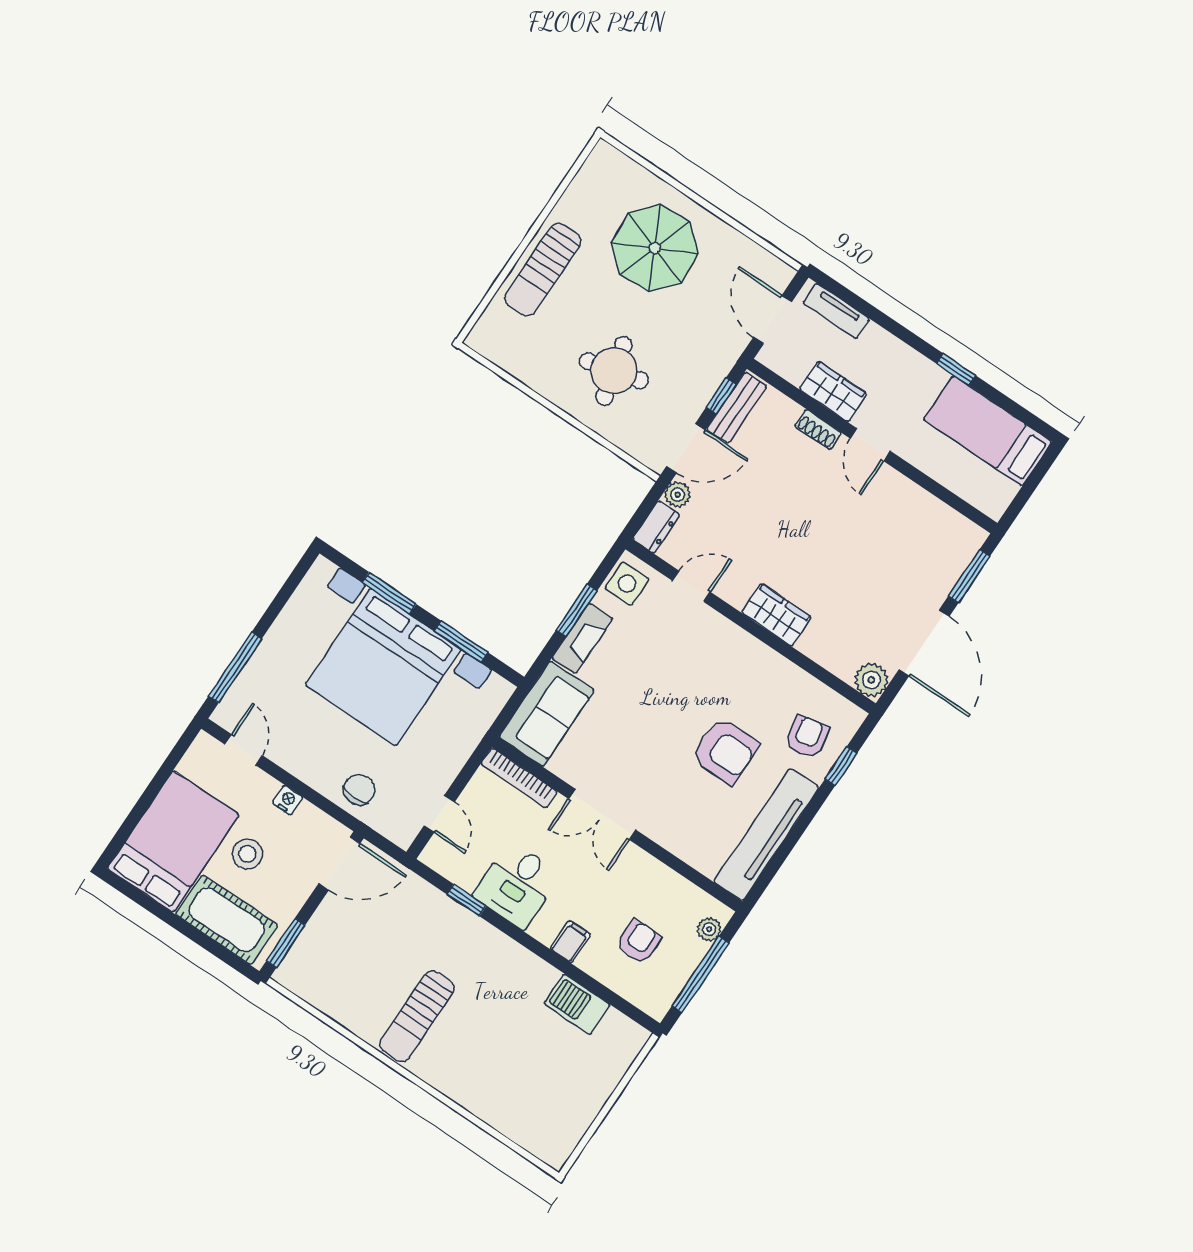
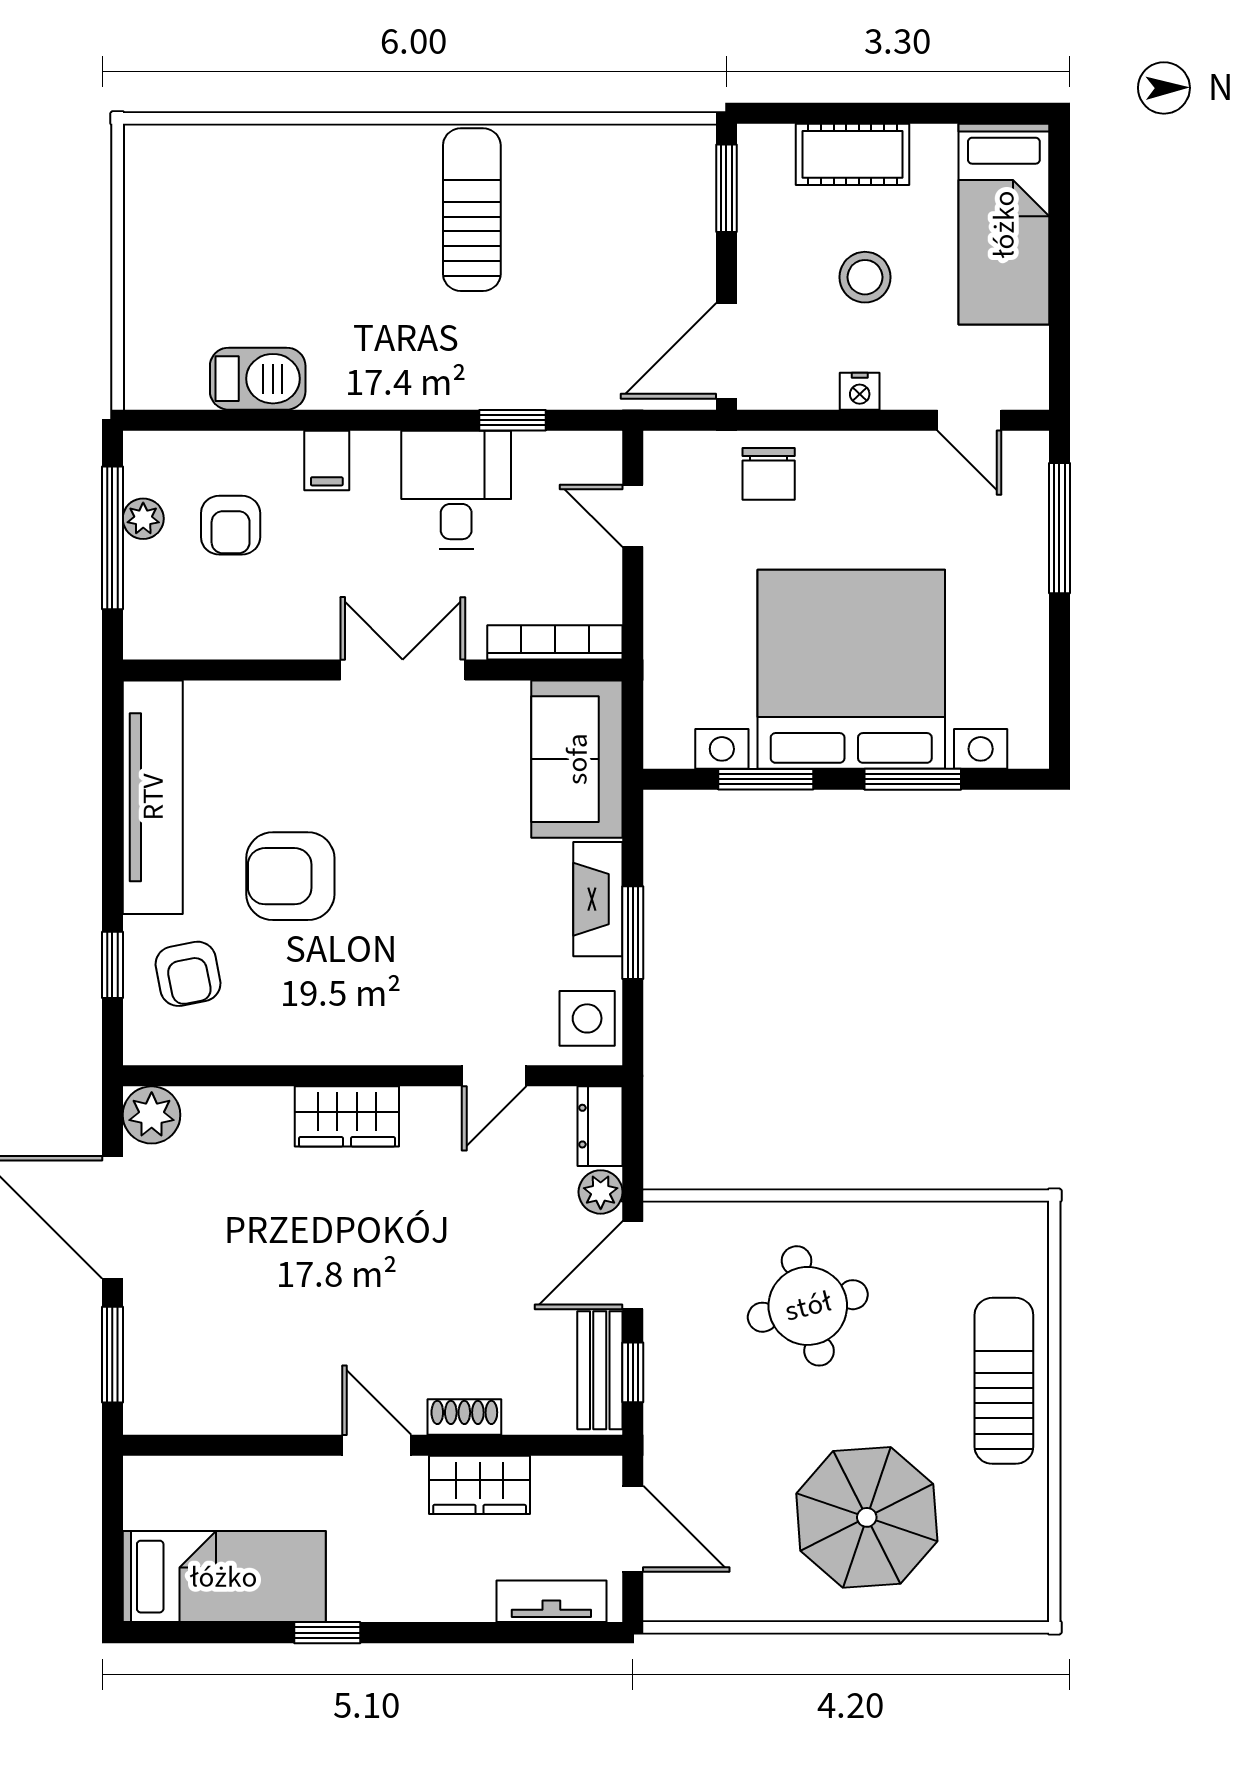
bed: (173, 842) -> (1004, 224), width x0.67
cot: (227, 920) -> (853, 154), width x0.73, depth x0.75
plant: (709, 929) -> (143, 519), moved

